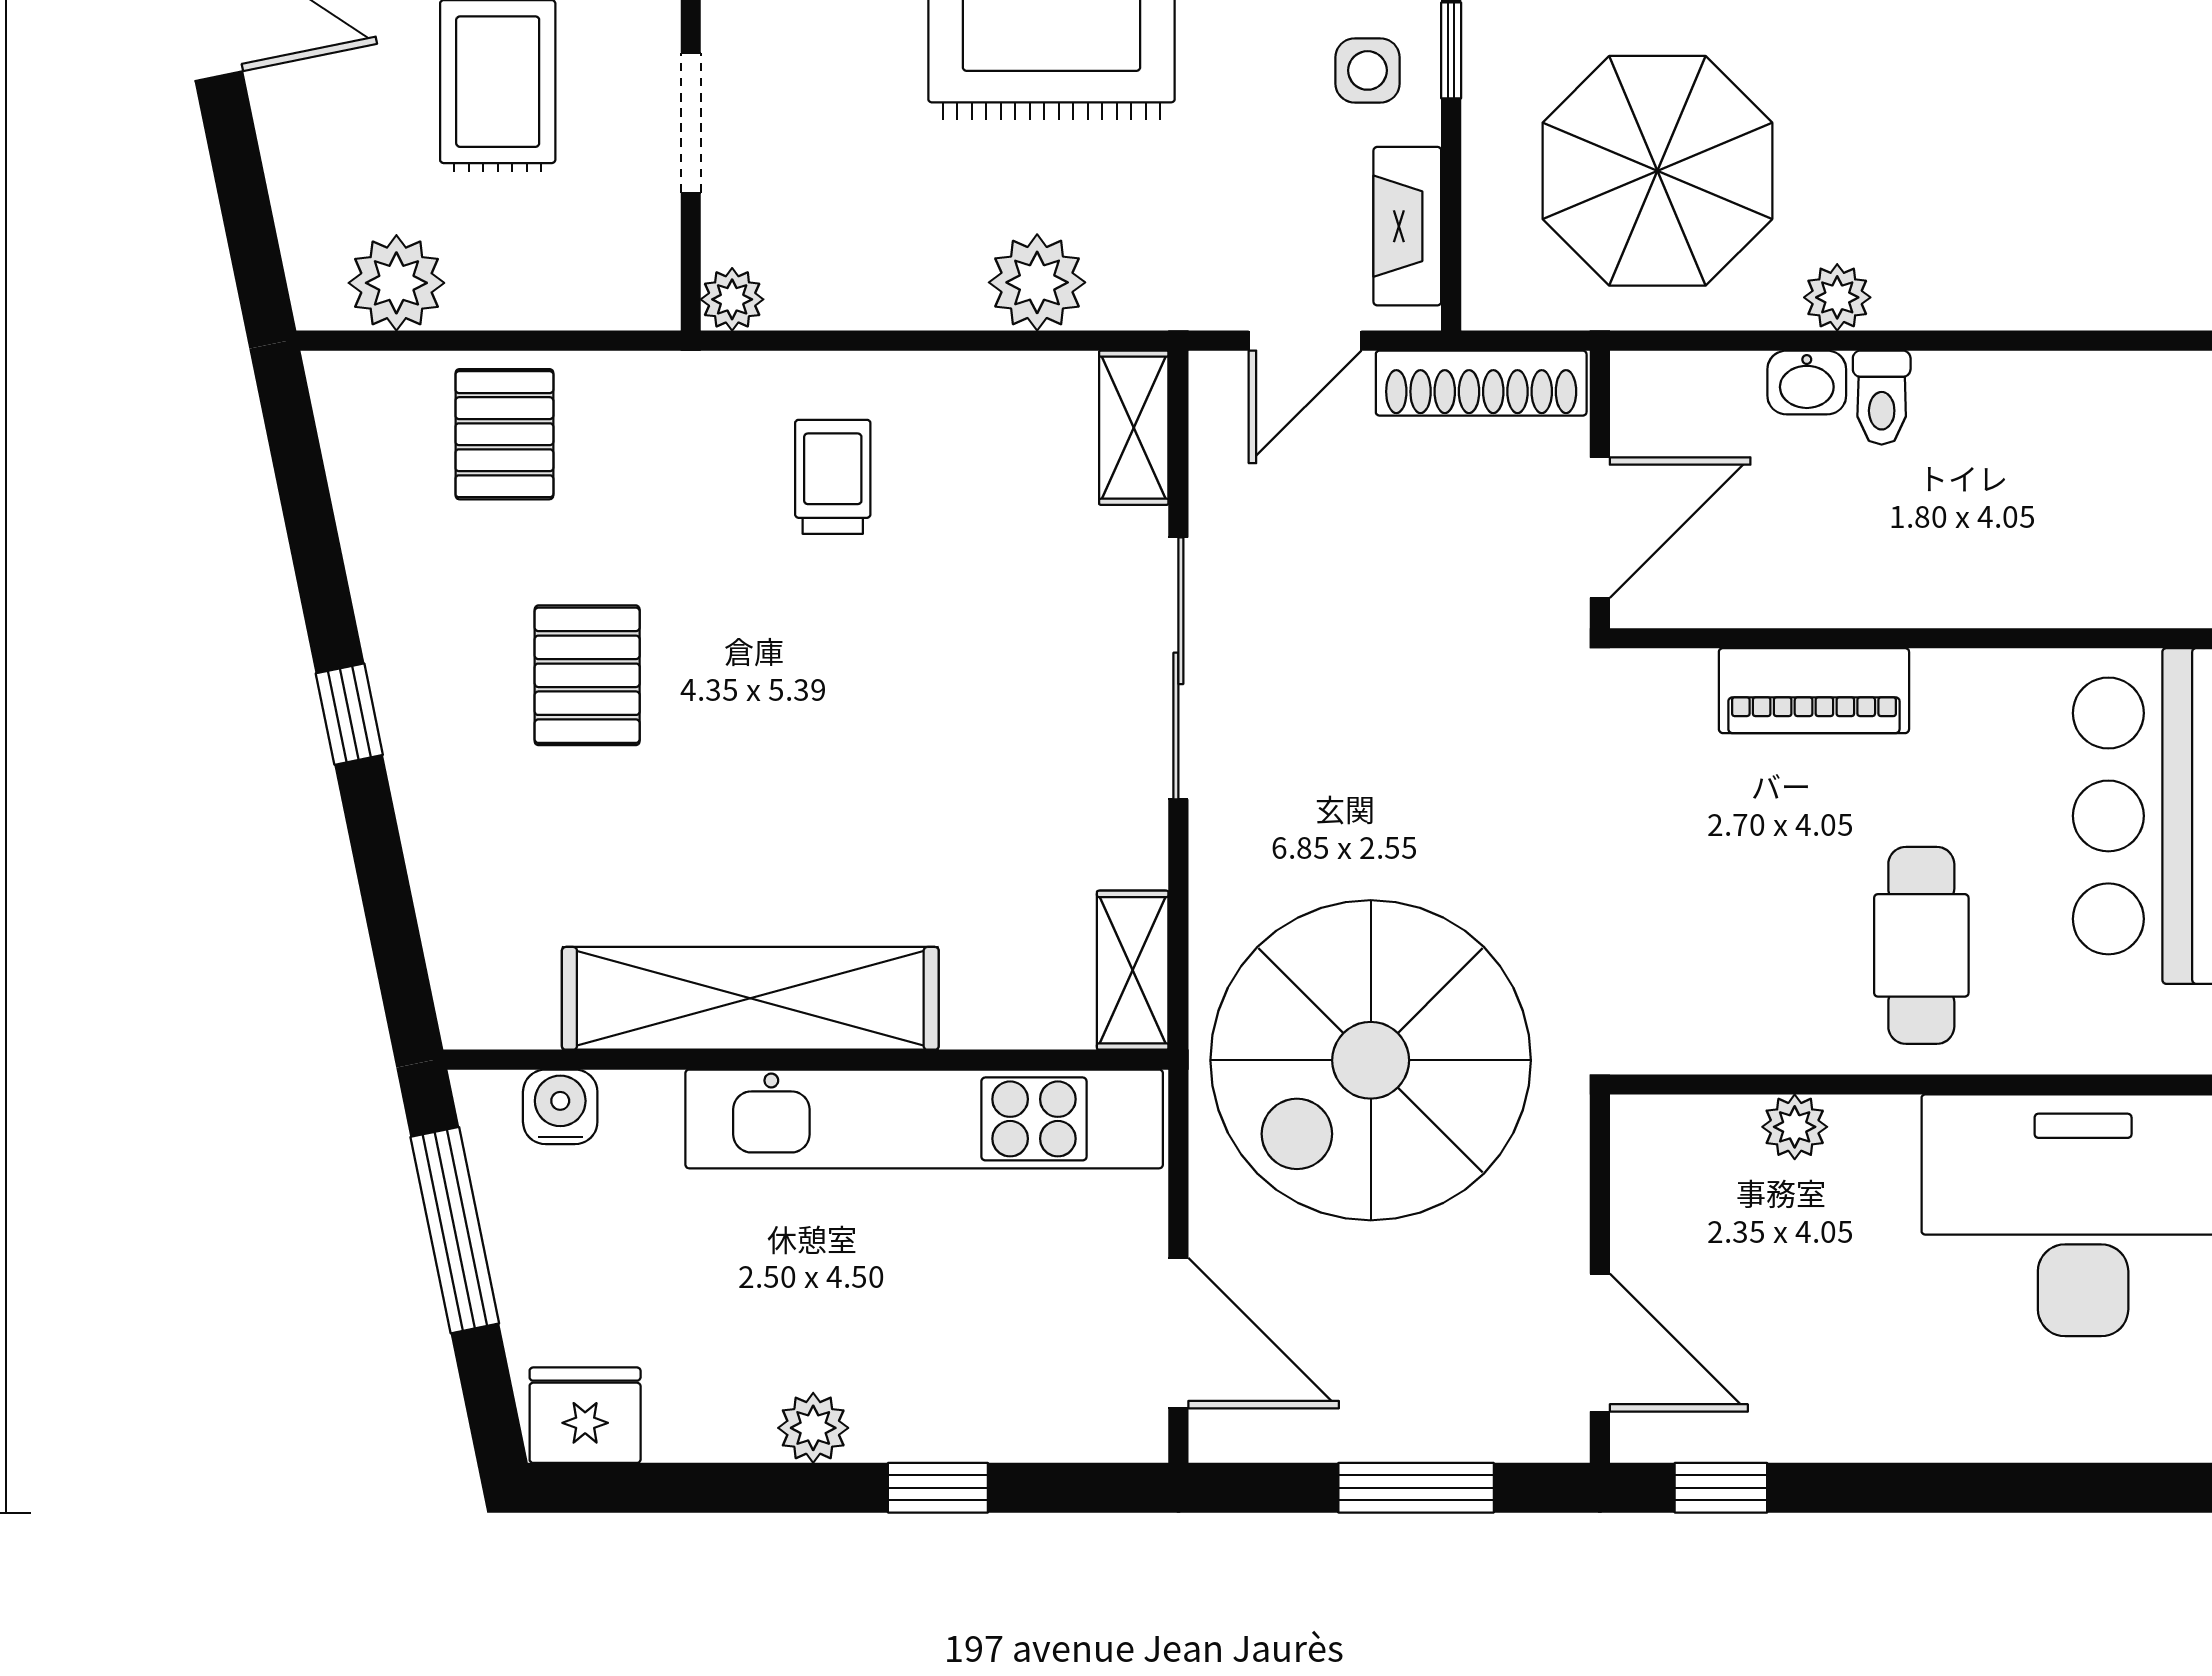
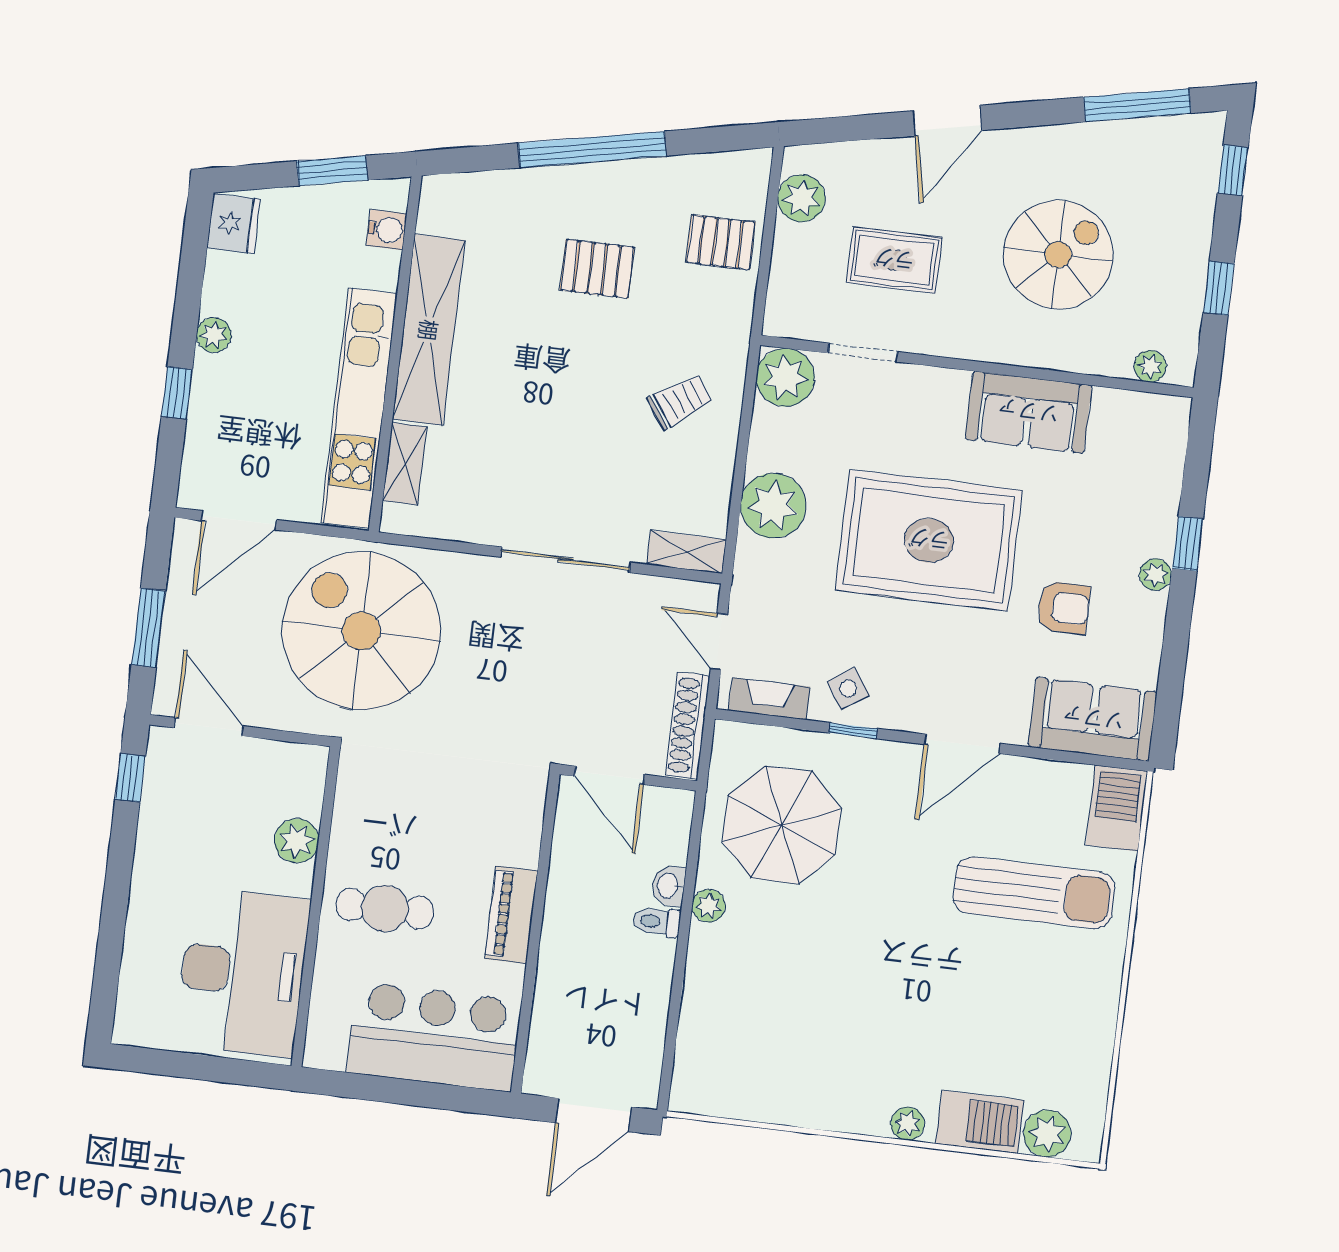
side table: (1368, 70) -> (848, 688), turned -35
plant: (1037, 282) -> (773, 506), width x1.36, depth x1.36
plant: (732, 299) -> (785, 377), width x1.88, depth x1.88
trolley: (833, 477) -> (680, 401), turned -35
piano: (1814, 691) -> (511, 915), moved
window: (349, 714) -> (592, 149), width x3.17
shelving: (1133, 970) -> (405, 464), moved, turned 90
plant: (1795, 1127) -> (297, 841), width x1.38, depth x1.38
window: (455, 1230) -> (332, 171), width x0.69
door: (1600, 1343) -> (209, 727), swing flipped

